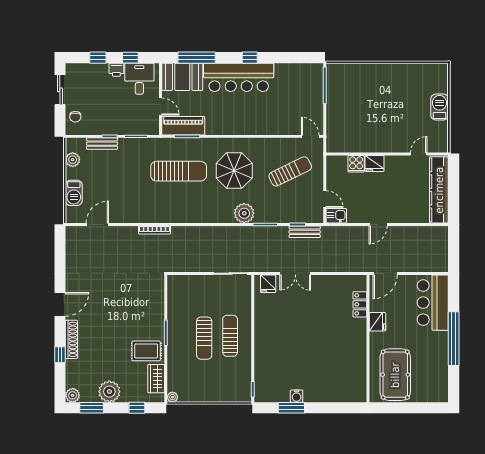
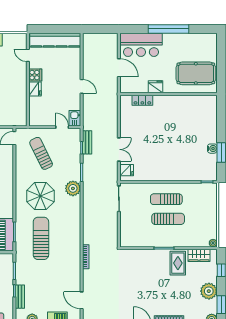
cooker: (356, 164) -> (35, 75), moved
door: (325, 199) -> (62, 127), hinge flipped
door: (385, 273) -> (119, 68), moved

